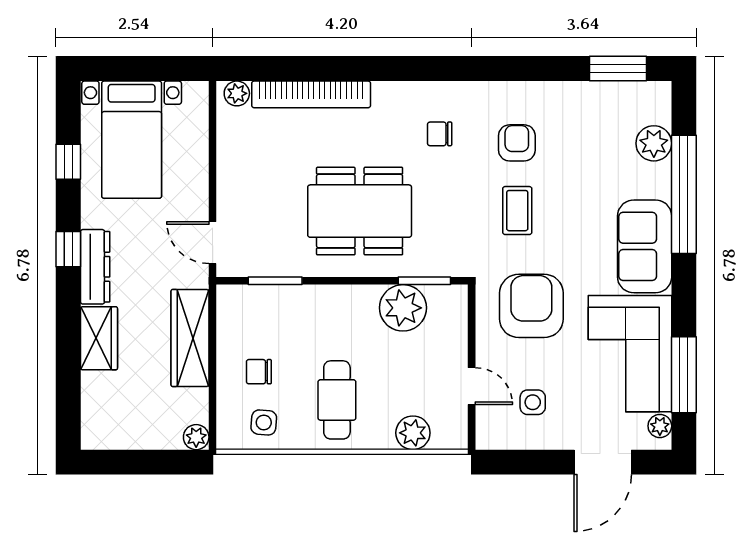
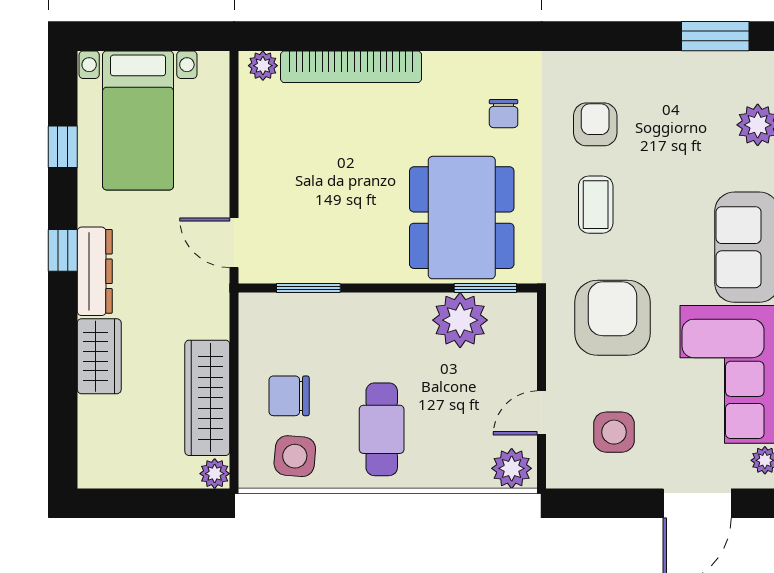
chair: (440, 134) -> (504, 114), turned -90
dining table: (360, 211) -> (462, 218), moved, turned 90
wardrobe: (190, 338) -> (207, 398), moved
chair: (259, 372) -> (289, 396), width x1.37, depth x1.37
door: (472, 386) -> (542, 413), swing flipped
side table: (533, 402) -> (614, 432), width x1.37, depth x1.37
side table: (264, 422) -> (295, 456), width x1.37, depth x1.37
plant: (413, 433) -> (512, 468), moved

